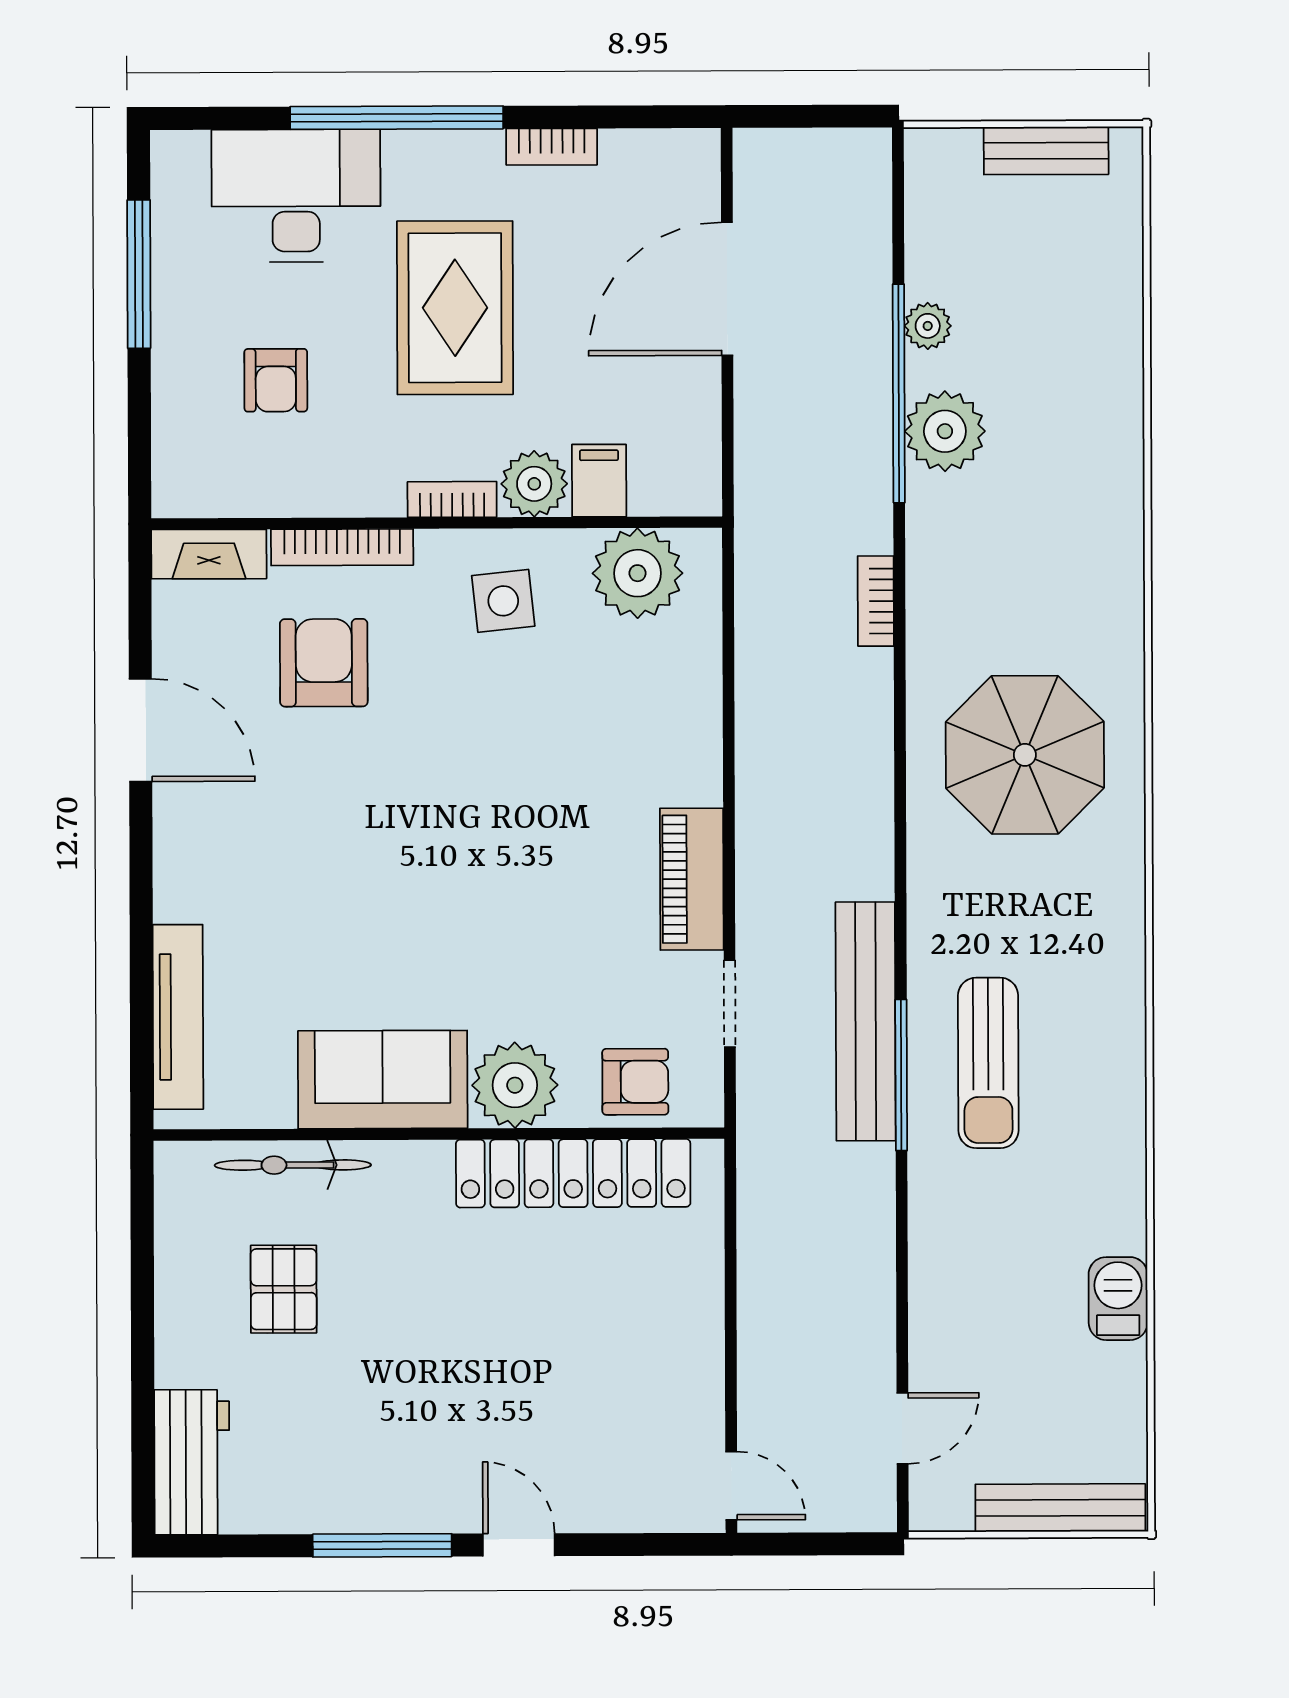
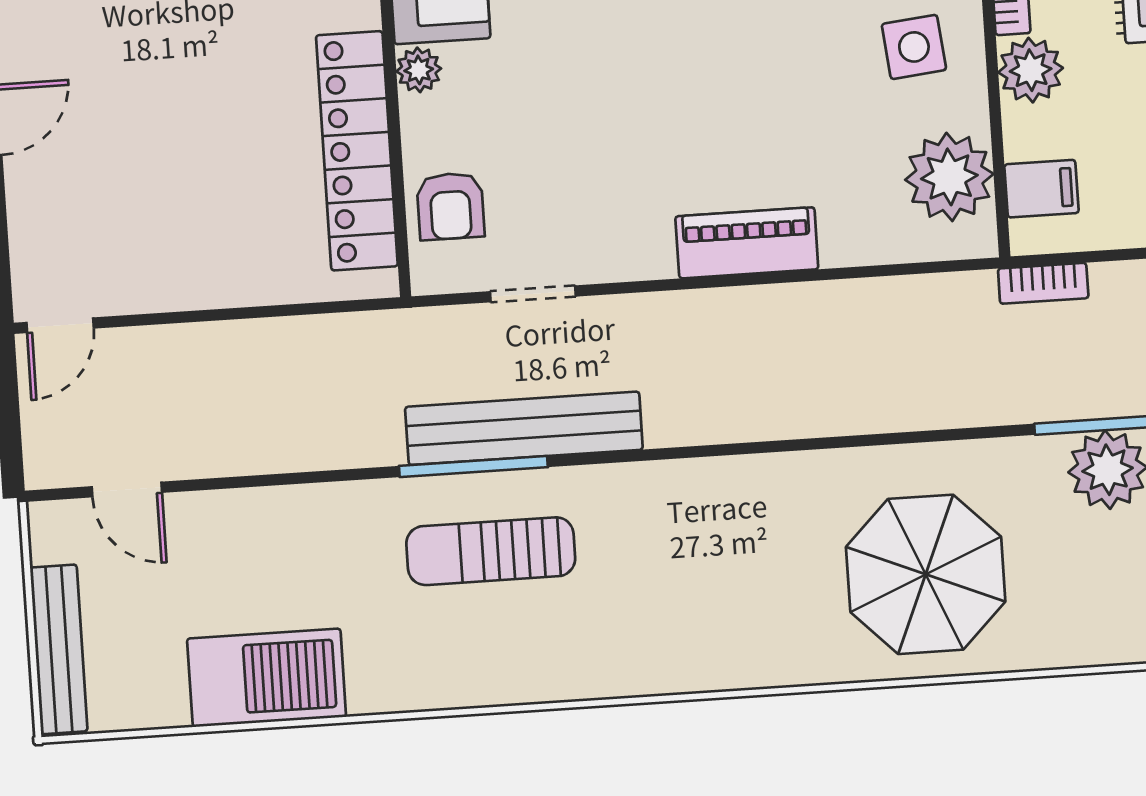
filing cabinet: (599, 481) -> (1042, 189), moved
bookcase: (876, 601) -> (1043, 283), moved, turned 180
parasol: (1025, 755) -> (926, 574), moved
piano: (692, 879) -> (747, 243), moved
plant: (515, 1085) -> (419, 70), width x0.53, depth x0.53
barbecue: (1118, 1299) -> (267, 678), width x1.88, depth x1.53

